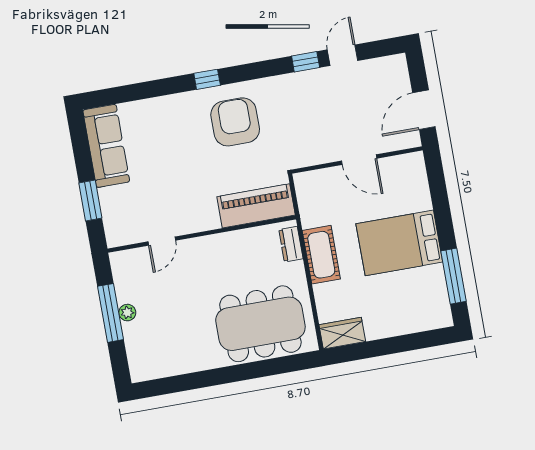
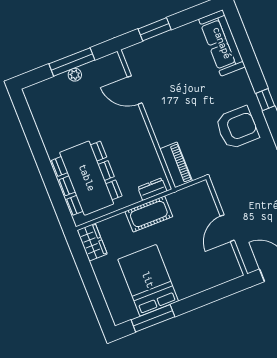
sofa: (106, 146) -> (222, 43), moved, turned 90
piano: (256, 206) -> (176, 165), width x0.73, depth x0.75
door: (162, 241) -> (135, 90), width x1.38
bed: (399, 243) -> (148, 280), moved

